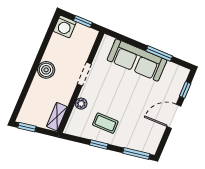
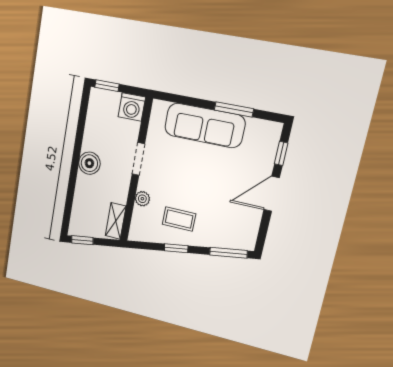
window: (83, 21) -> (107, 86), moved
washing machine: (65, 27) -> (132, 107), moved

